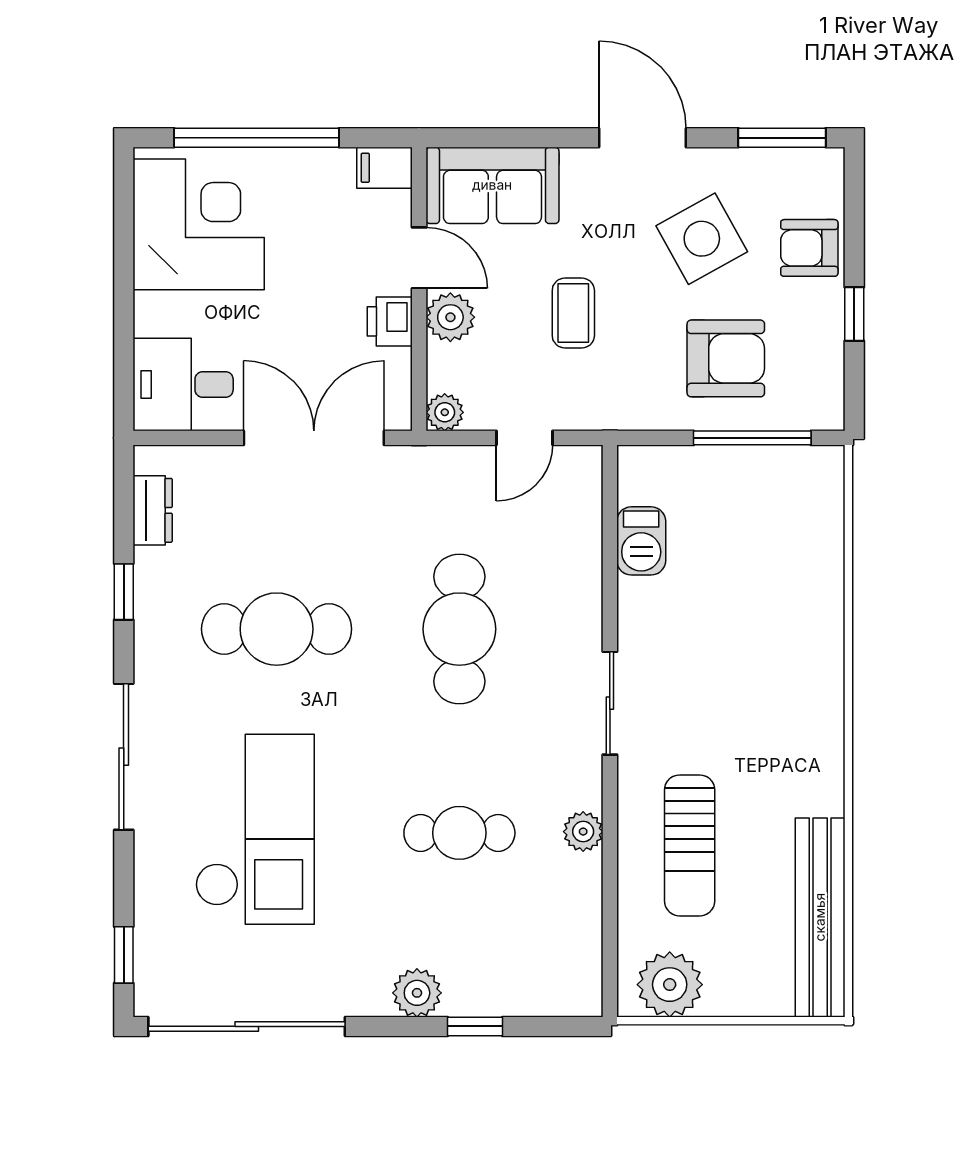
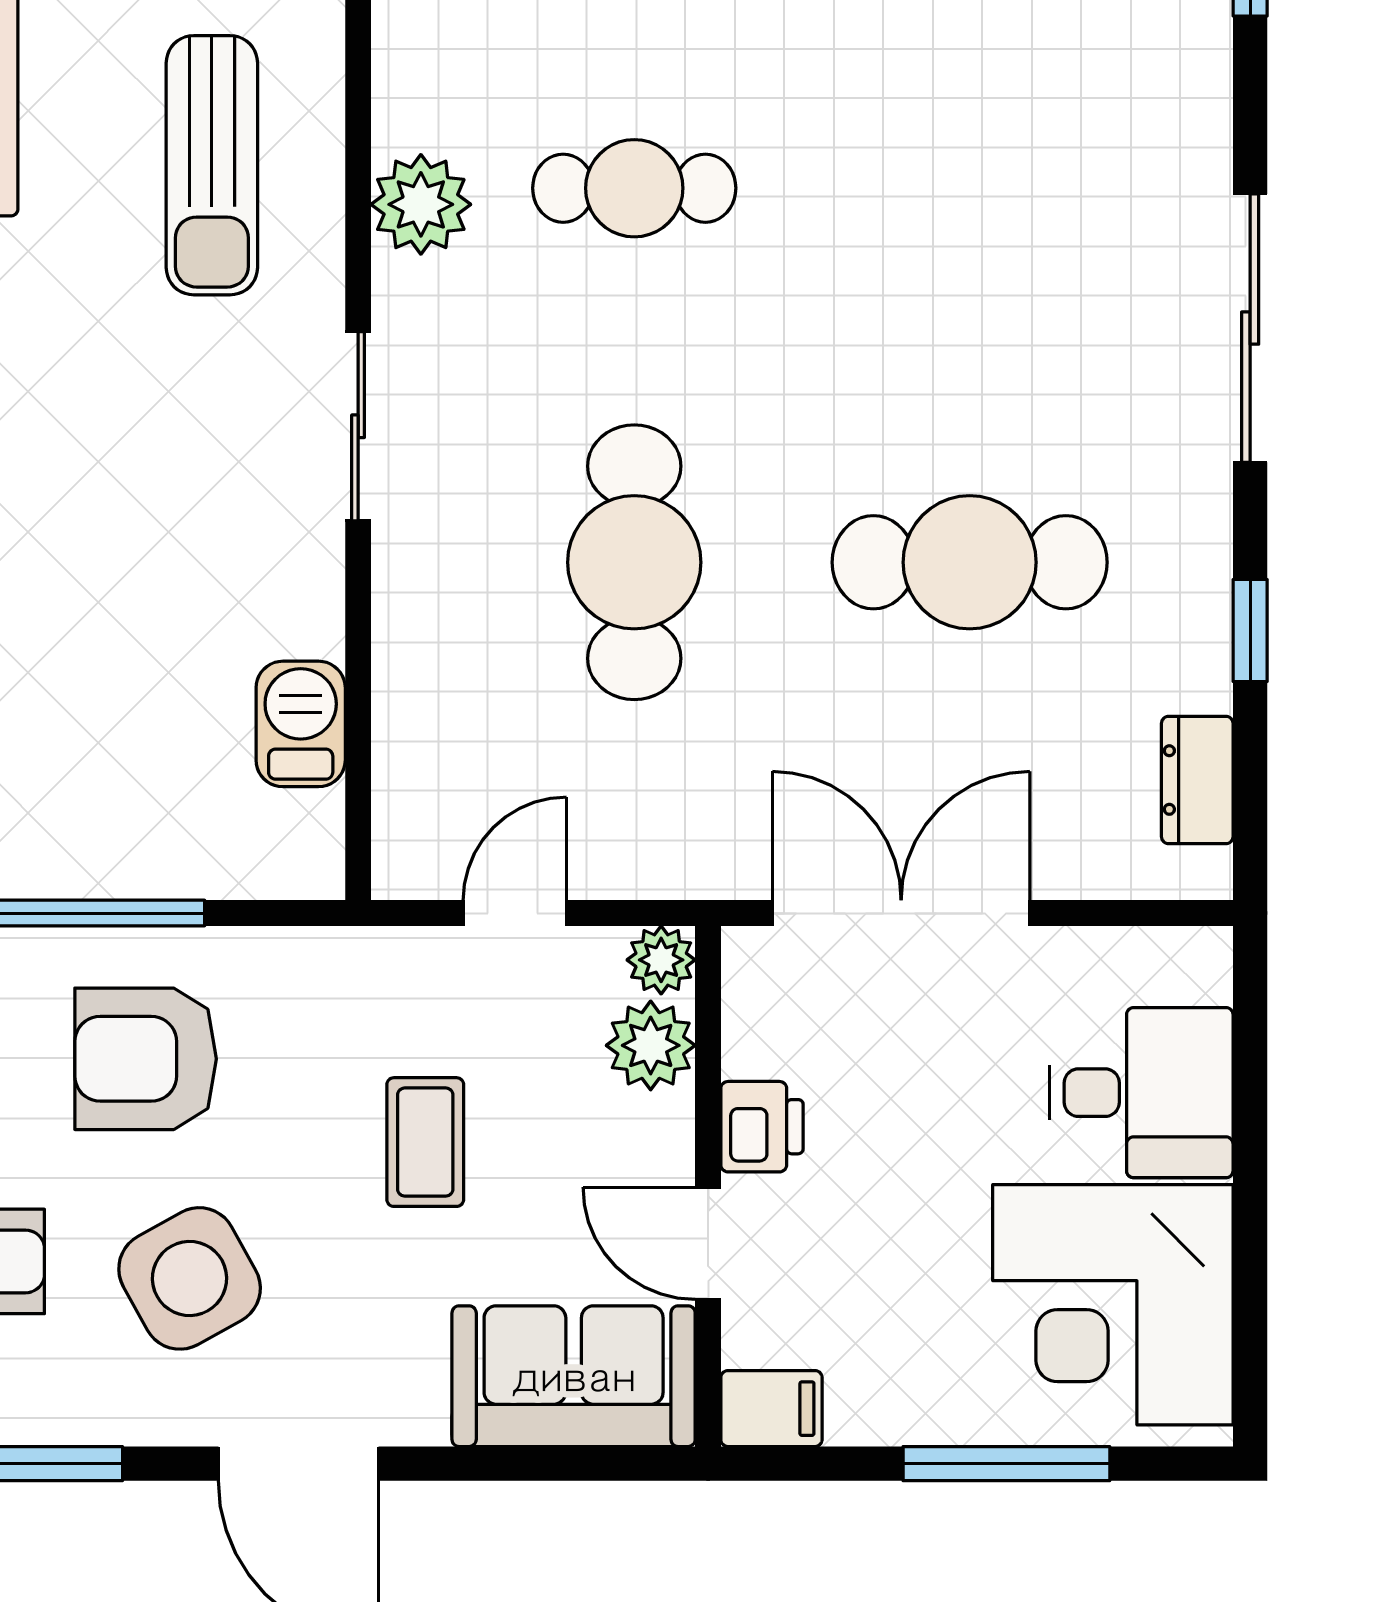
window: (257, 138) -> (1006, 1464), width x0.68
plant: (450, 317) -> (651, 1045), moved
desk: (183, 384) -> (1141, 1093), moved
double door: (314, 438) -> (901, 913), swing flipped
checkout: (255, 829) -> (1010, 195), removed
plant: (583, 832) -> (421, 204), width x1.38, depth x1.38
sun lounger: (690, 845) -> (212, 165), turned 180

